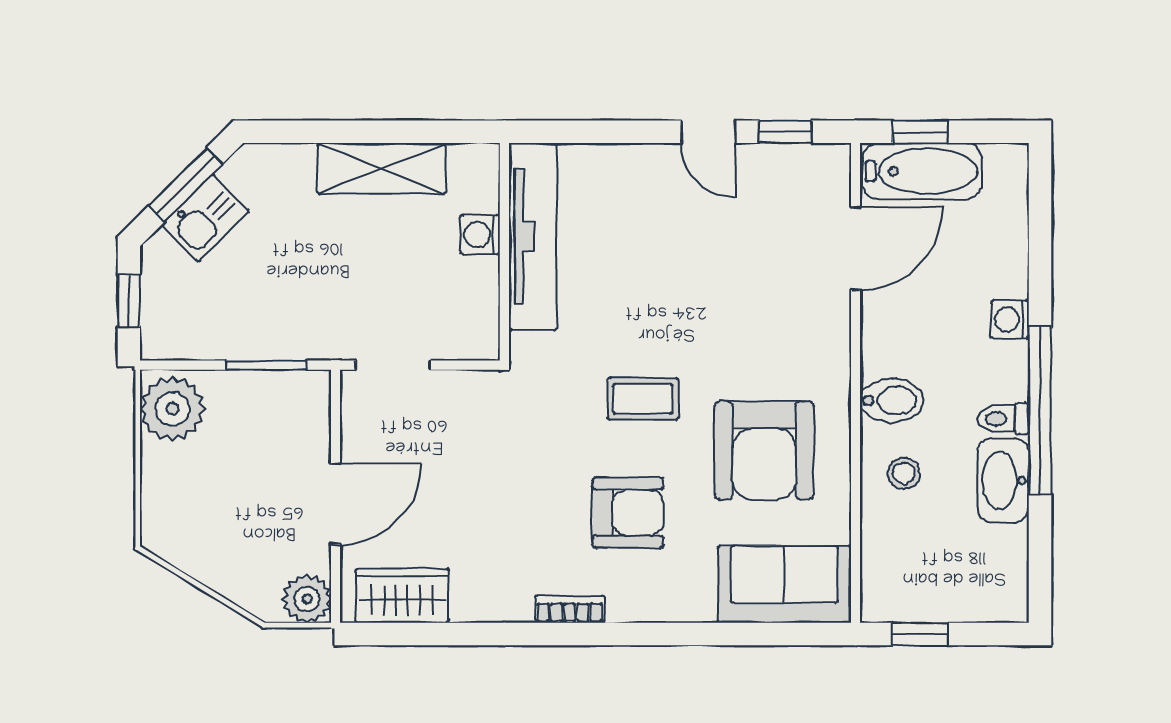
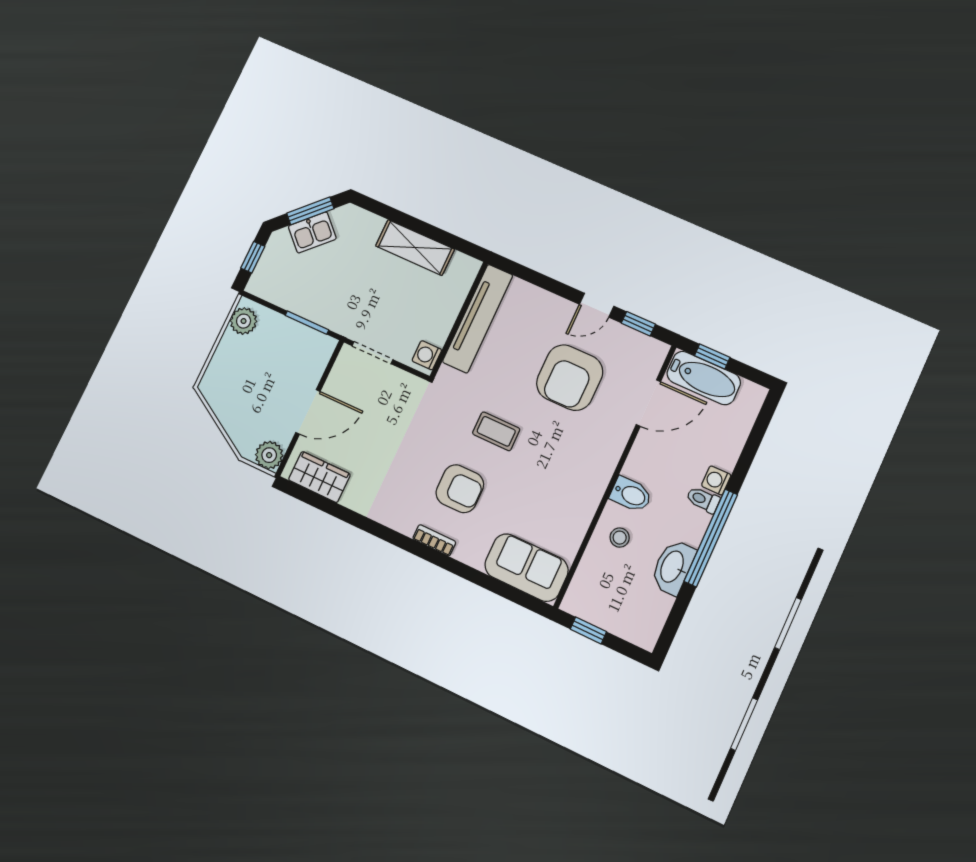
door: (708, 132) -> (597, 305), hinge flipped
washing machine: (480, 235) -> (427, 355), moved
plant: (172, 409) -> (244, 321), width x0.73, depth x0.73
toilet: (1003, 419) -> (703, 500), moved
armchair: (764, 450) -> (570, 378), moved
bookcase: (570, 609) -> (434, 540), moved

